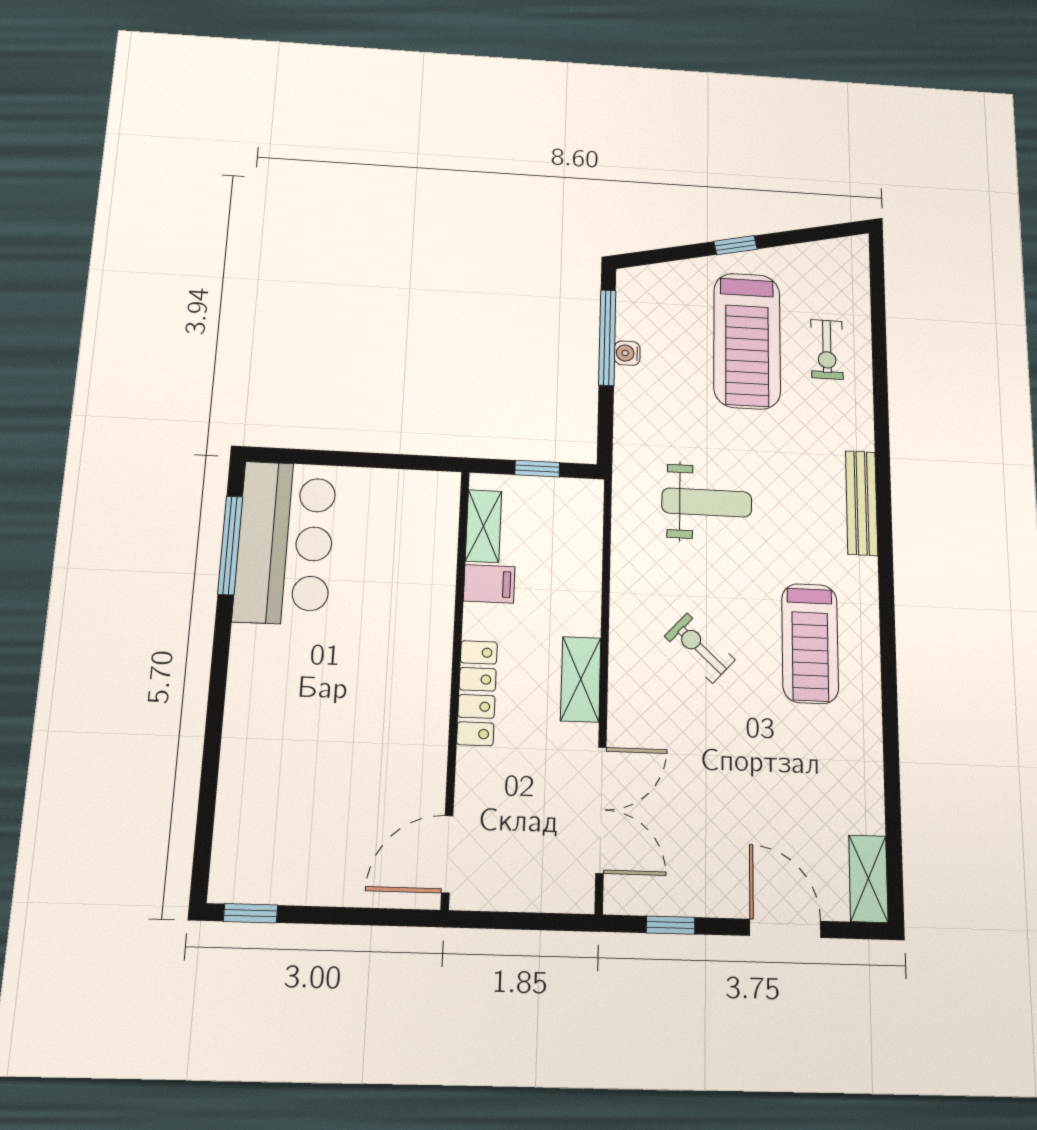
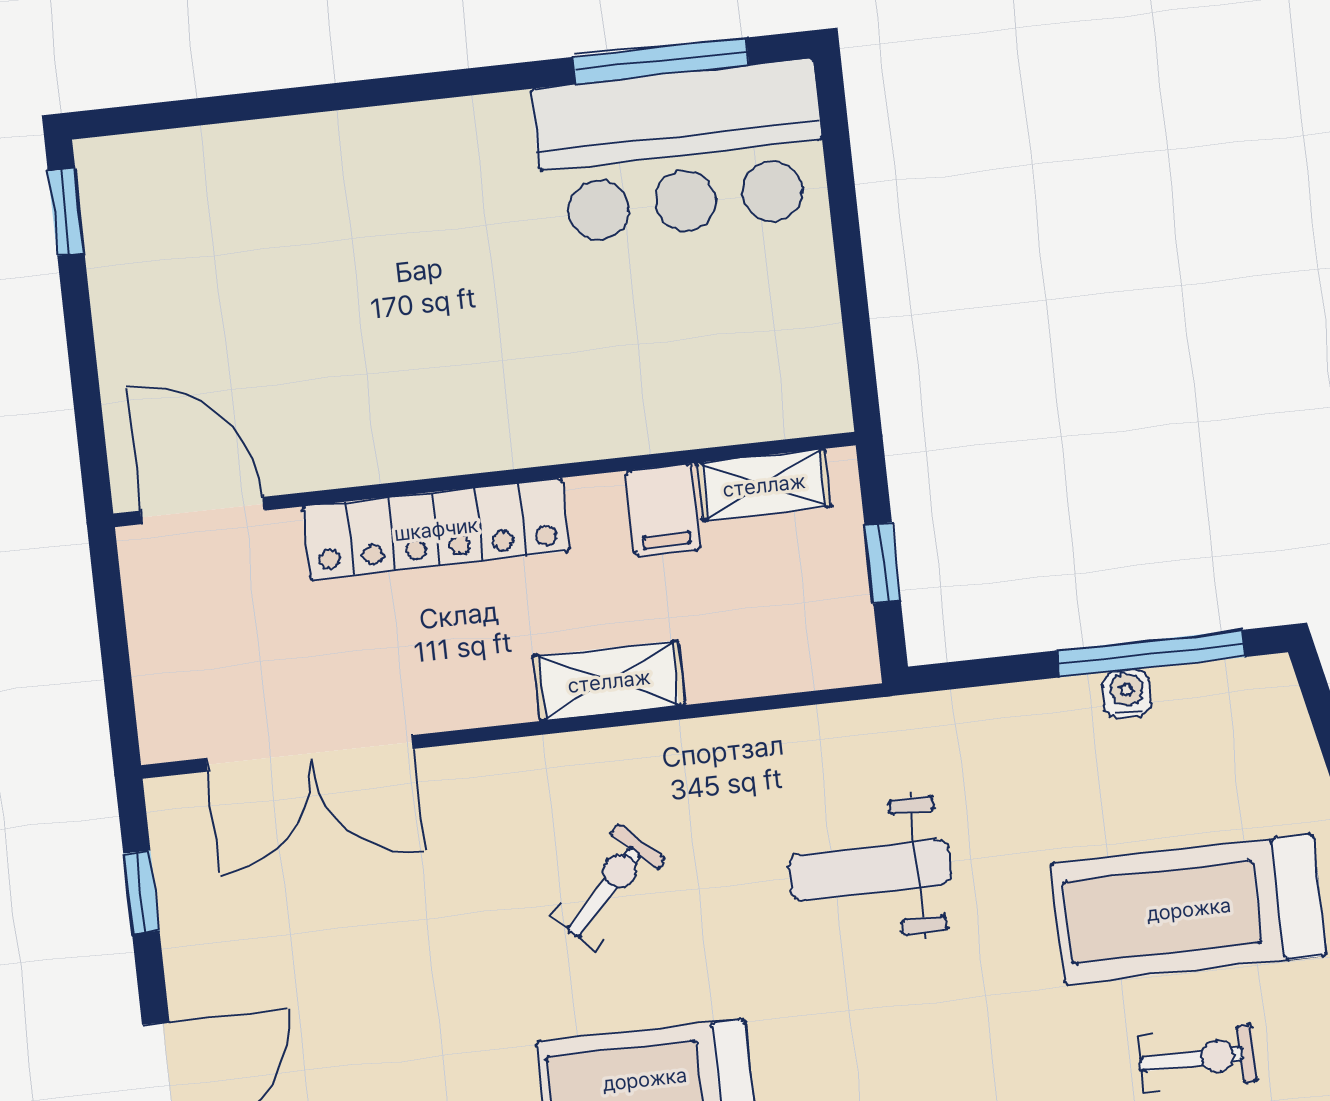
exercise bike: (827, 349) -> (1197, 1059), turned 180
weight bench: (707, 502) -> (870, 870), turned 90
shelving: (581, 679) -> (609, 681), moved
locker: (477, 693) -> (436, 529), width x1.41, depth x1.21

